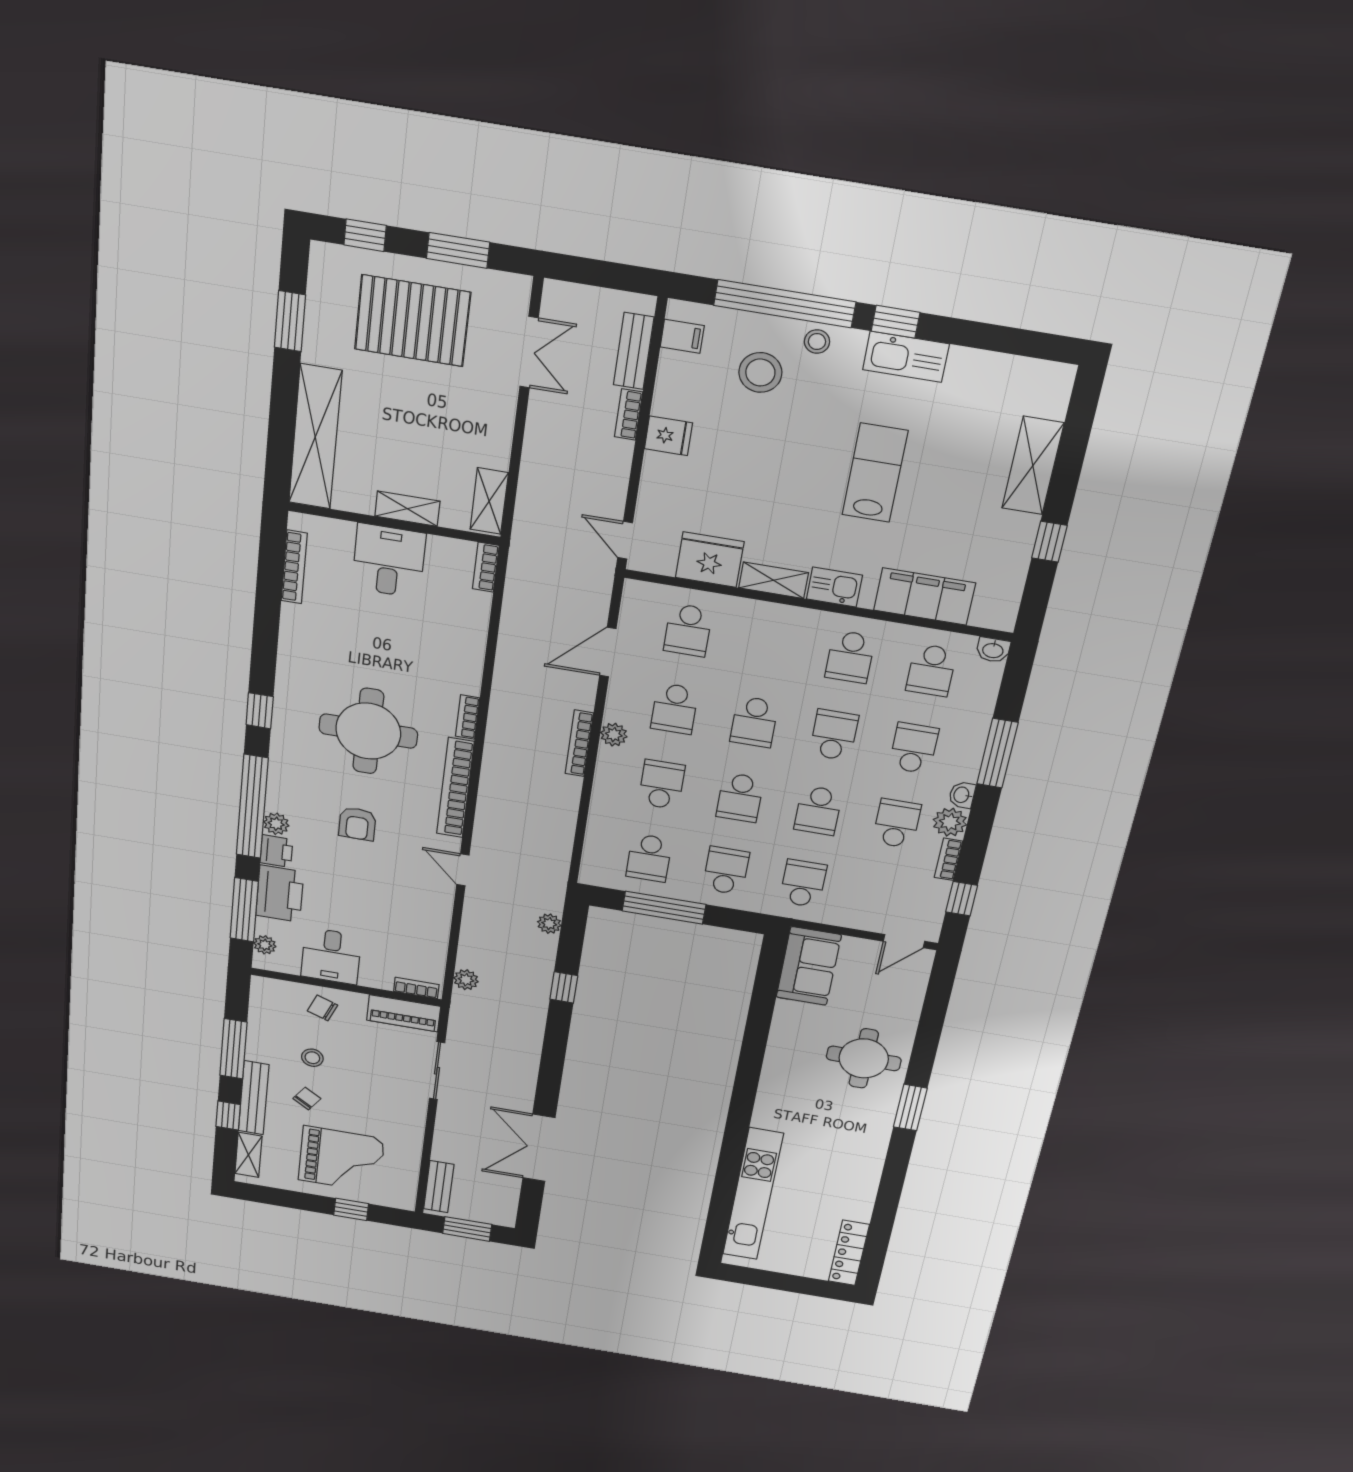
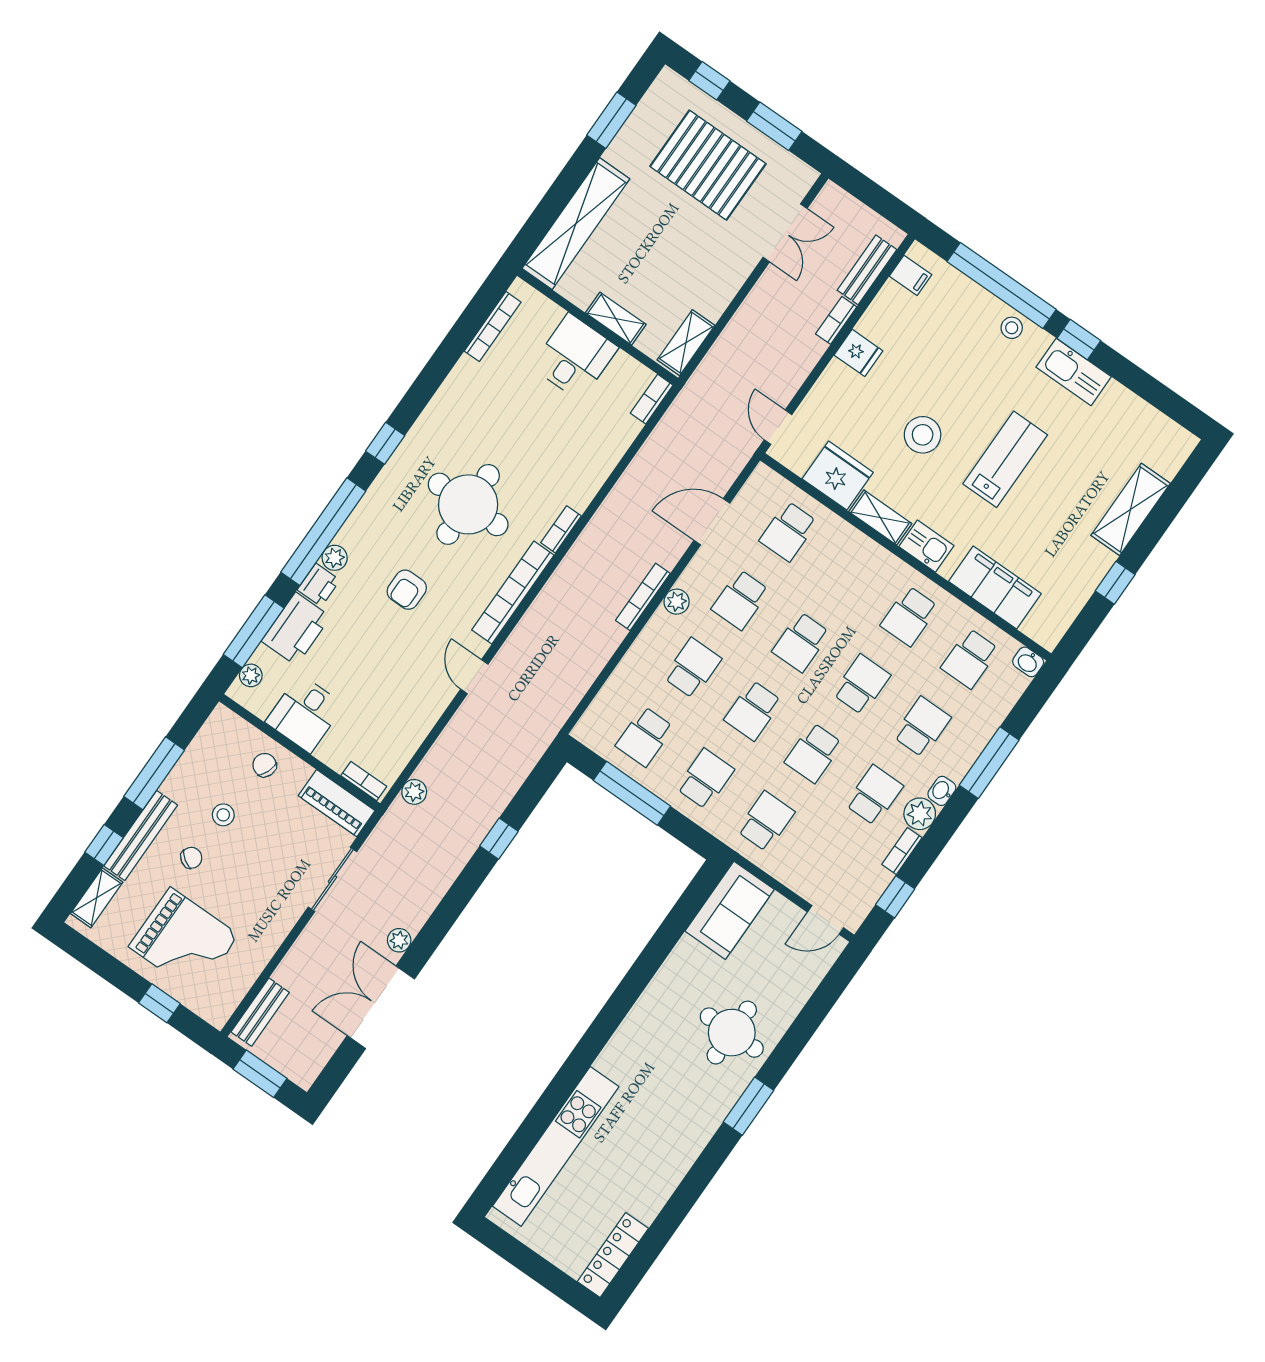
stool: (760, 372) -> (923, 435), moved
plant: (549, 924) -> (399, 940), moved

